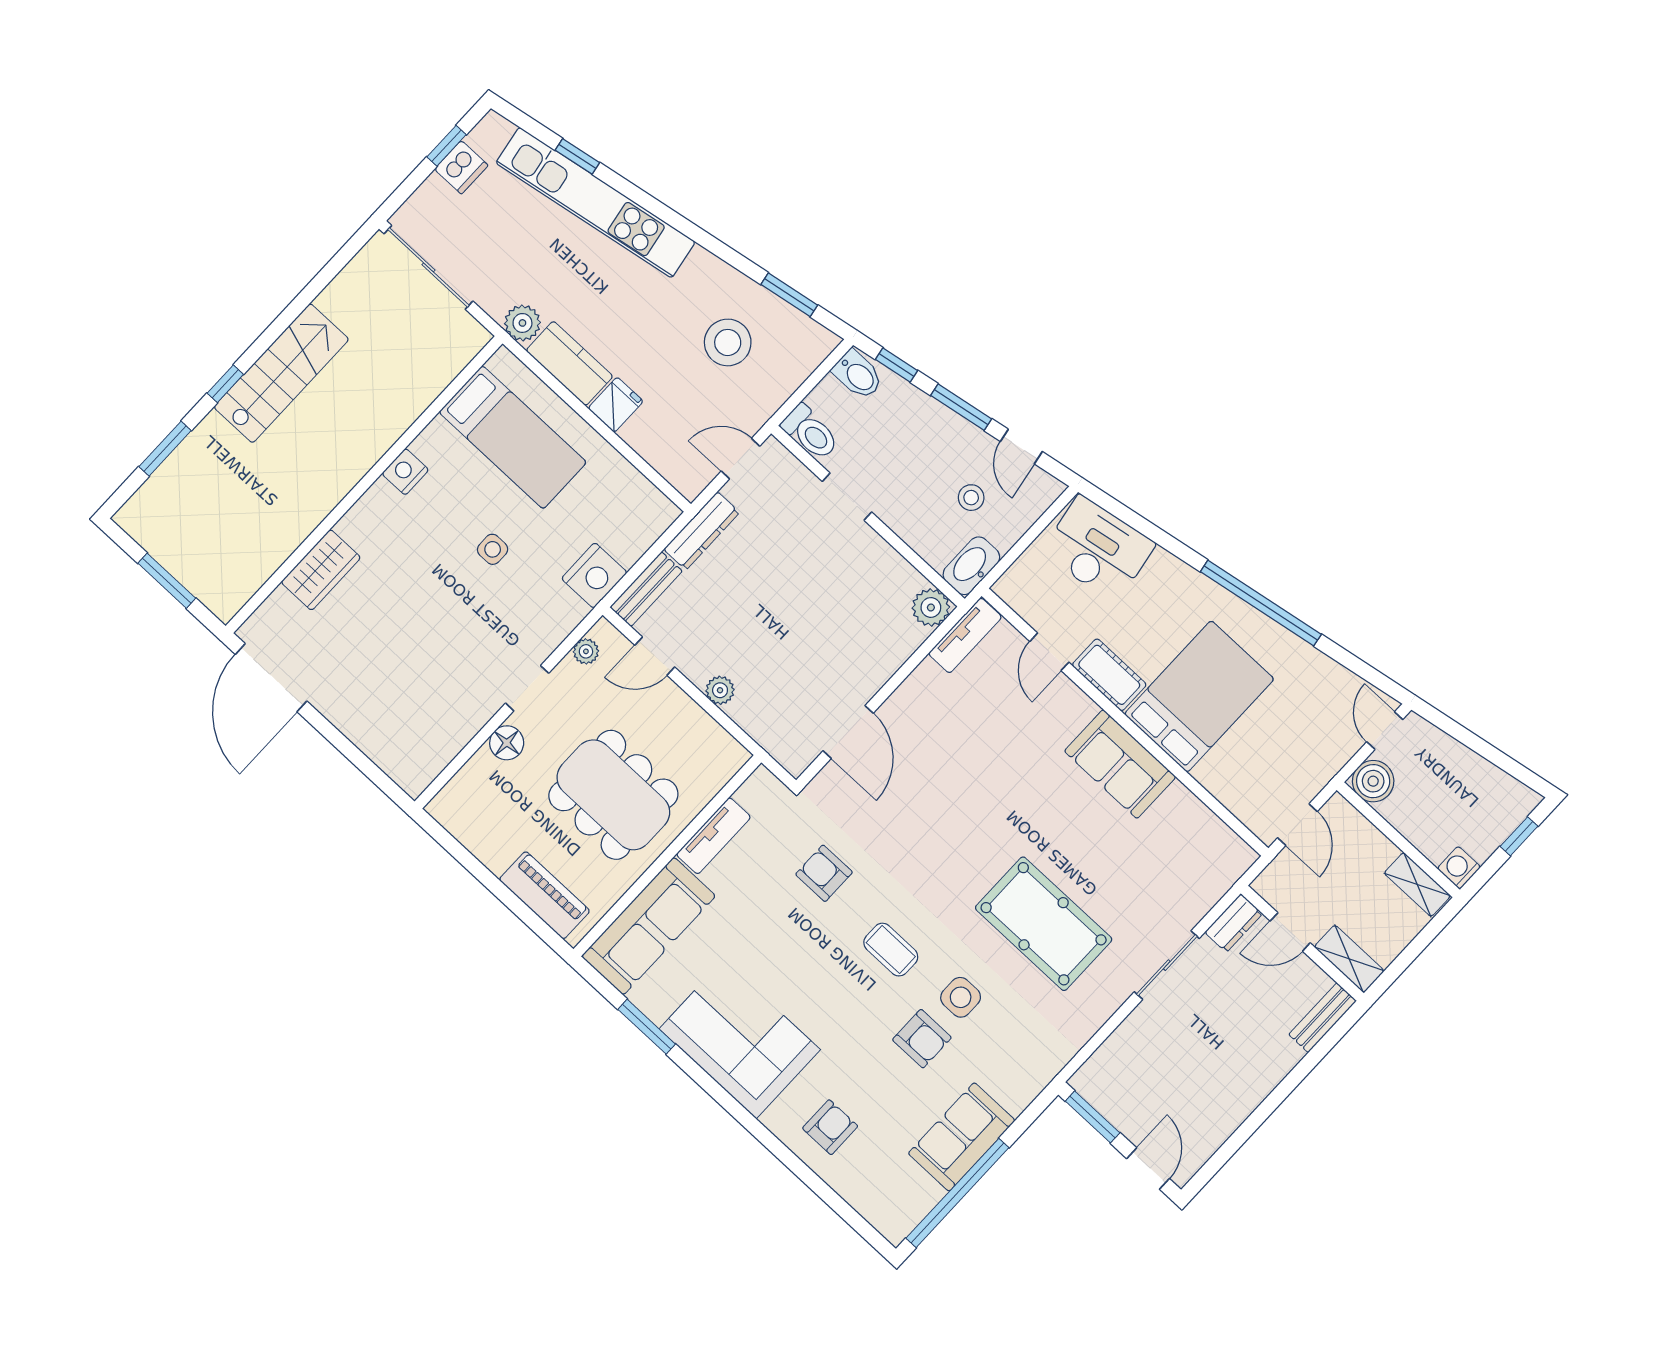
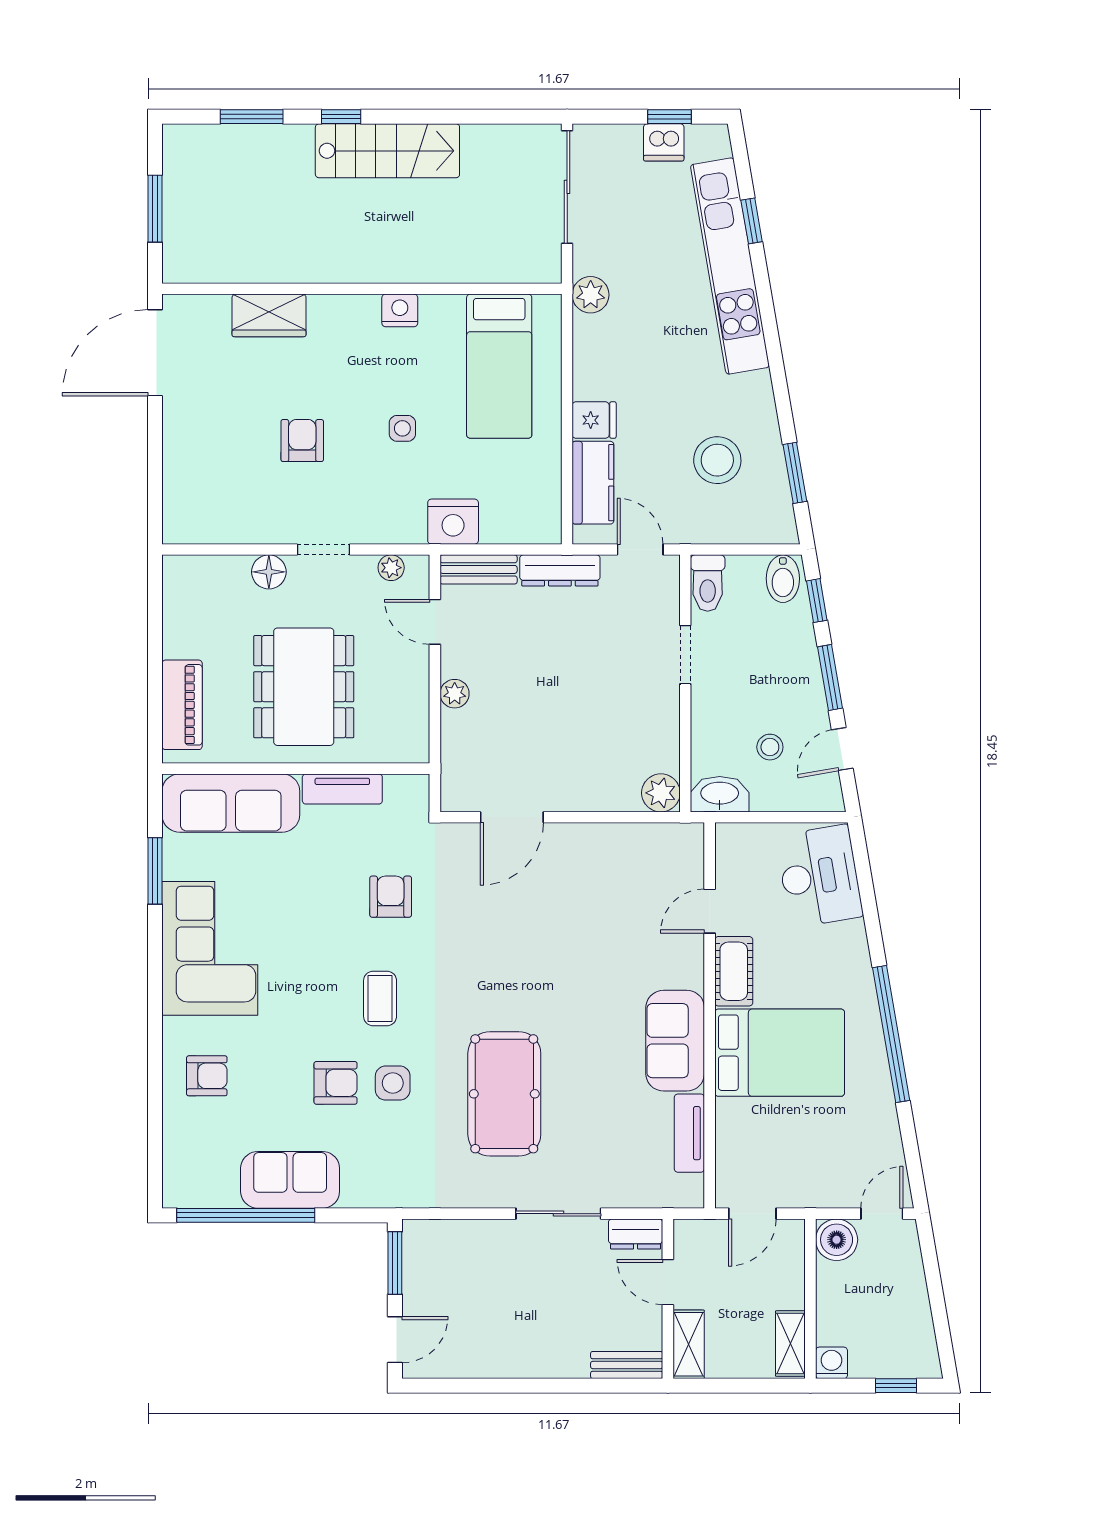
kitchen counter: (569, 363) -> (593, 483), moved
armchair: (434, 630) -> (302, 441), added
tv unit: (965, 635) -> (689, 1133), moved, turned 90
armchair: (922, 1039) -> (336, 1083), turned -90

